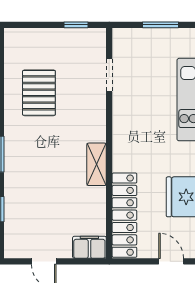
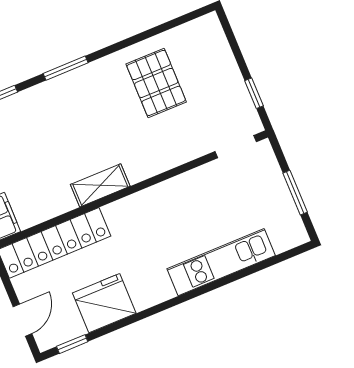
doorway: (109, 75) -> (236, 147), moved
pallet: (39, 93) -> (156, 83), turned 90

